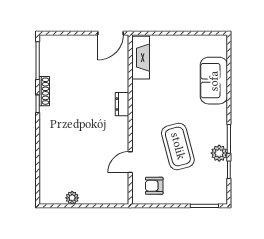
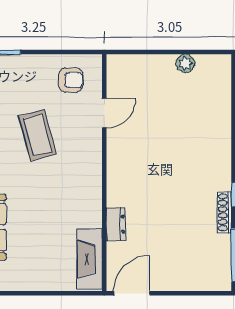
dresser: (122, 104) -> (116, 224), moved
coffee table: (178, 146) -> (38, 135), width x0.73, depth x0.76

